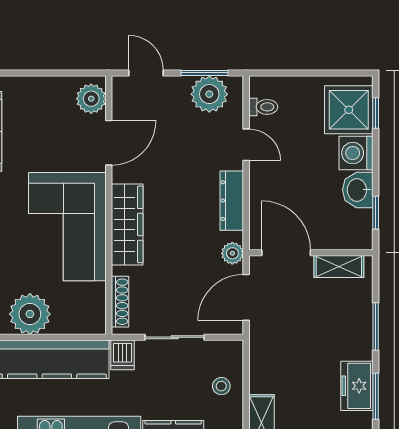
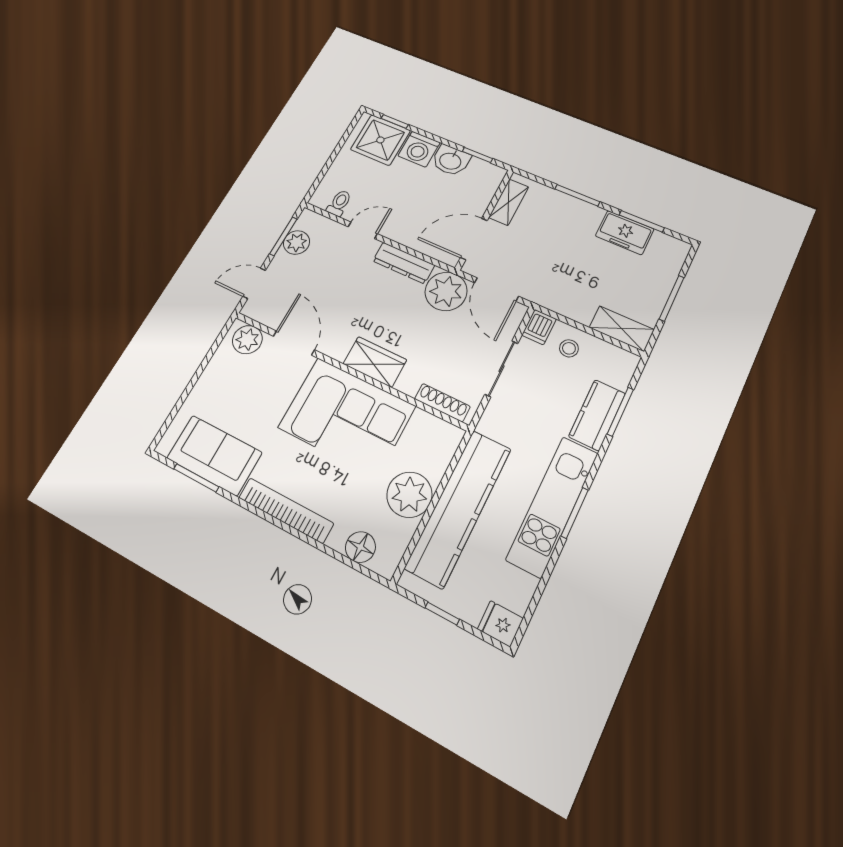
plant: (209, 94) -> (297, 243), width x0.73, depth x0.73
wardrobe: (127, 224) -> (375, 362), width x0.67
plant: (232, 253) -> (446, 291), width x1.87, depth x1.87
dishwasher: (123, 355) -> (539, 327), moved, turned 90

